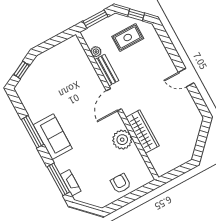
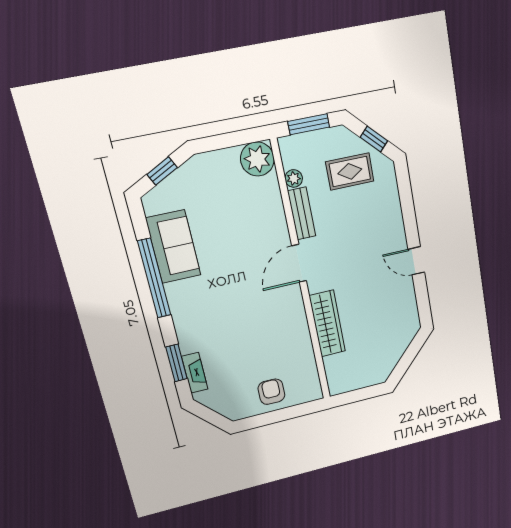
window: (33, 132) -> (154, 278), width x1.46
sofa: (53, 137) -> (173, 247), moved
plant: (122, 140) -> (257, 159), moved
window: (58, 179) -> (177, 363), width x0.69

